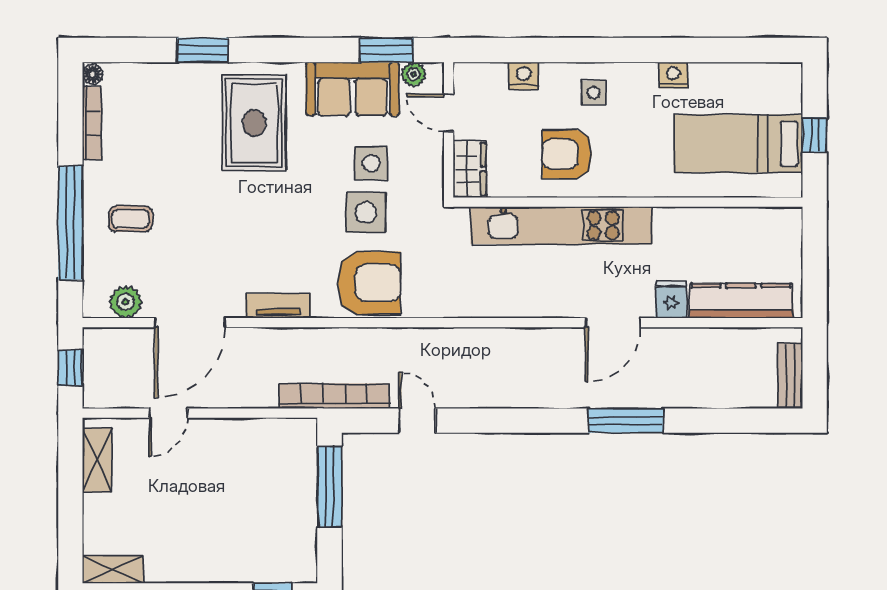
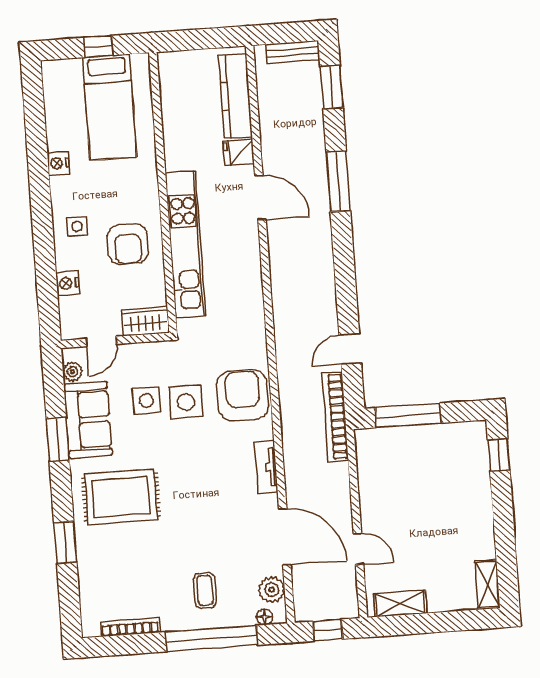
window: (387, 50) -> (58, 439), moved
floor lamp: (92, 74) -> (265, 617), moved
window: (743, 421) -> (331, 87), added

